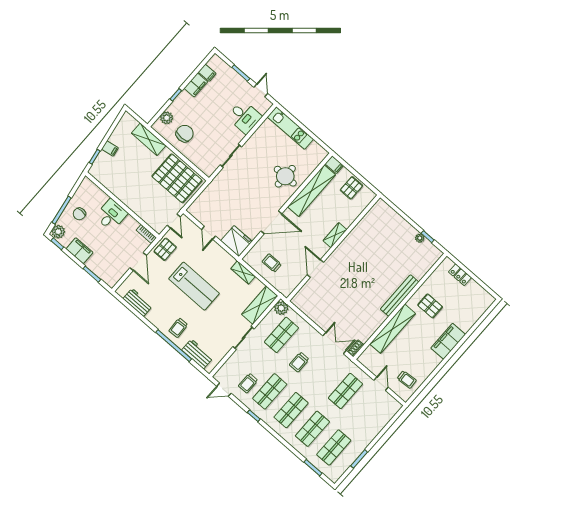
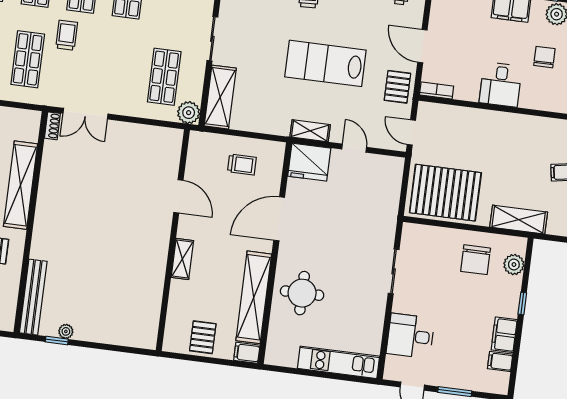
shelving: (243, 273) -> (310, 131), moved
bench: (400, 296) -> (33, 297), moved
trolley: (299, 362) -> (67, 35), moved

